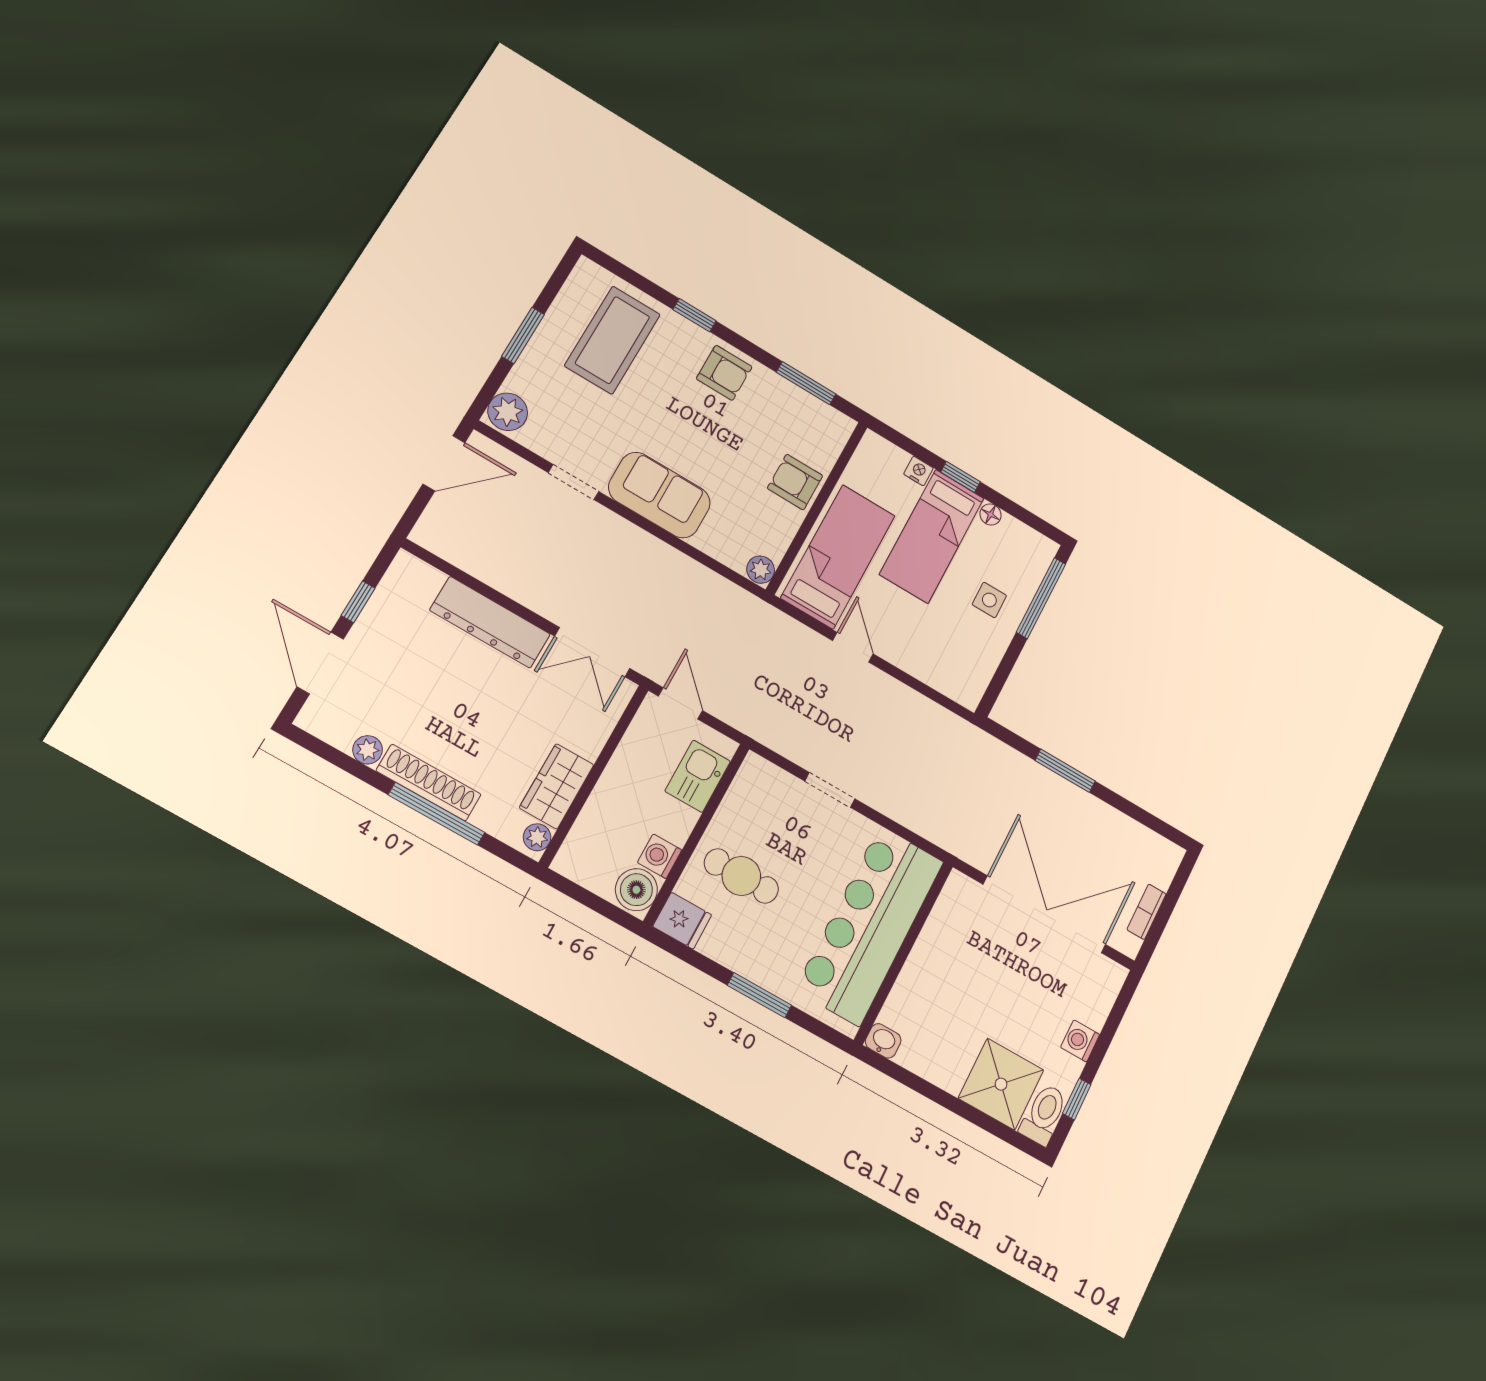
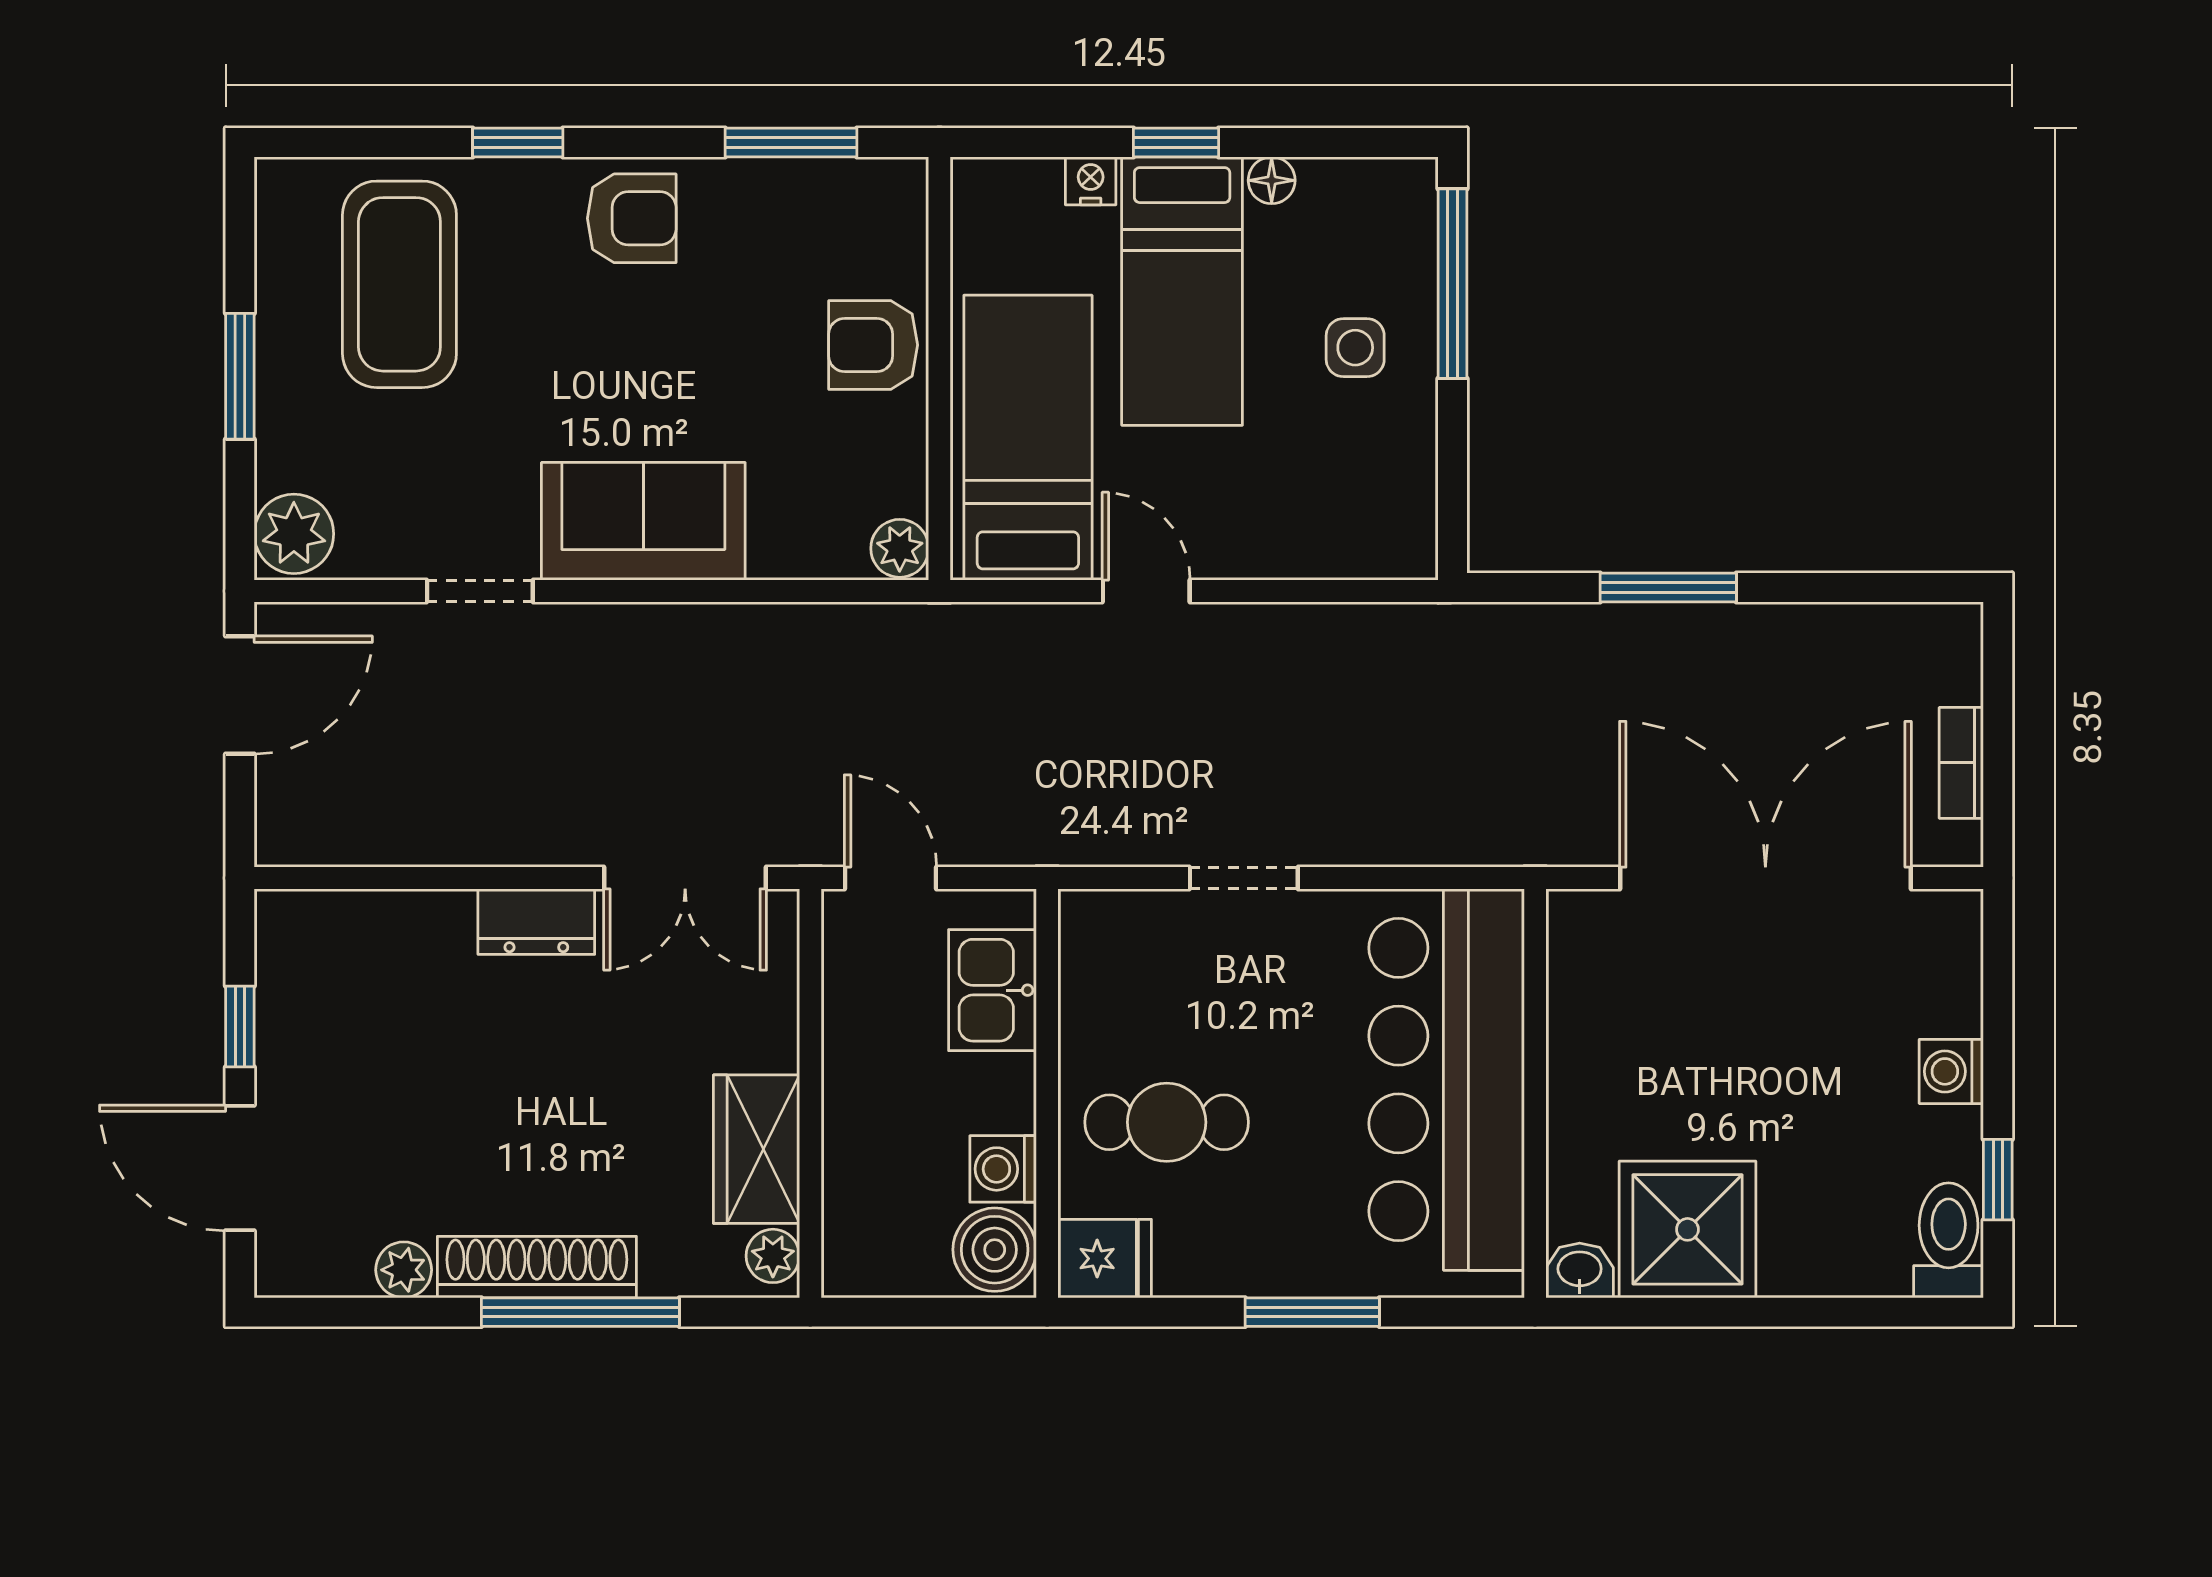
dresser: (490, 622) -> (536, 922), width x0.51, depth x0.80
shower: (1001, 1084) -> (1687, 1229), moved

